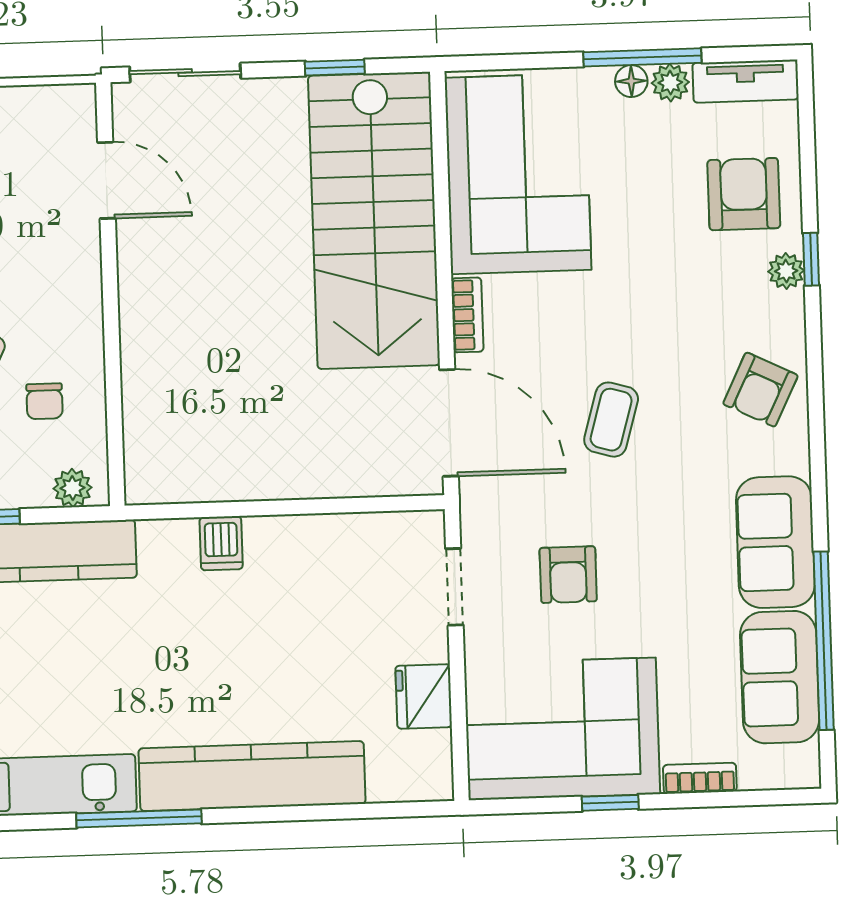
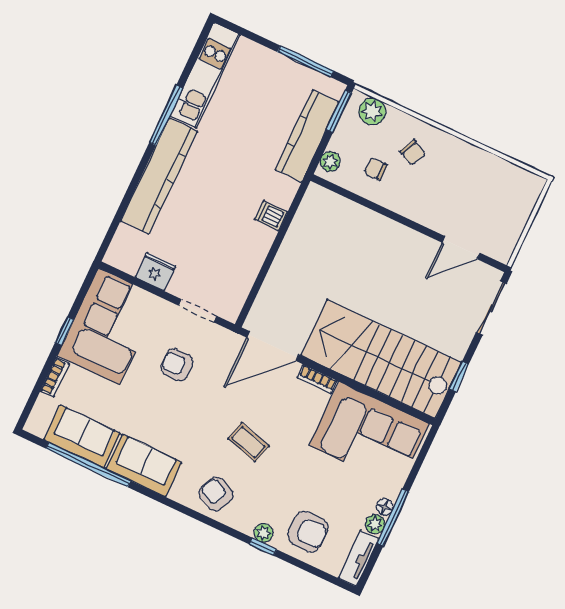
coffee table: (611, 420) -> (248, 442), moved

